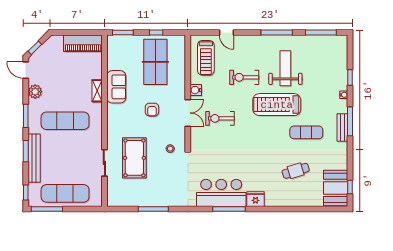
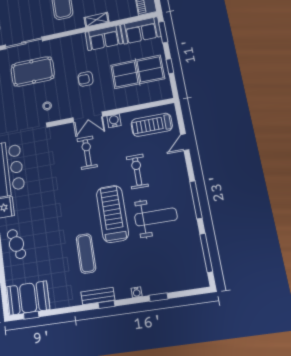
sofa: (117, 52) -> (141, 30), added
window: (350, 121) -> (106, 304), width x0.46
sliding door: (104, 163) -> (24, 43), width x1.37
cafe table: (296, 171) -> (16, 244), moved

